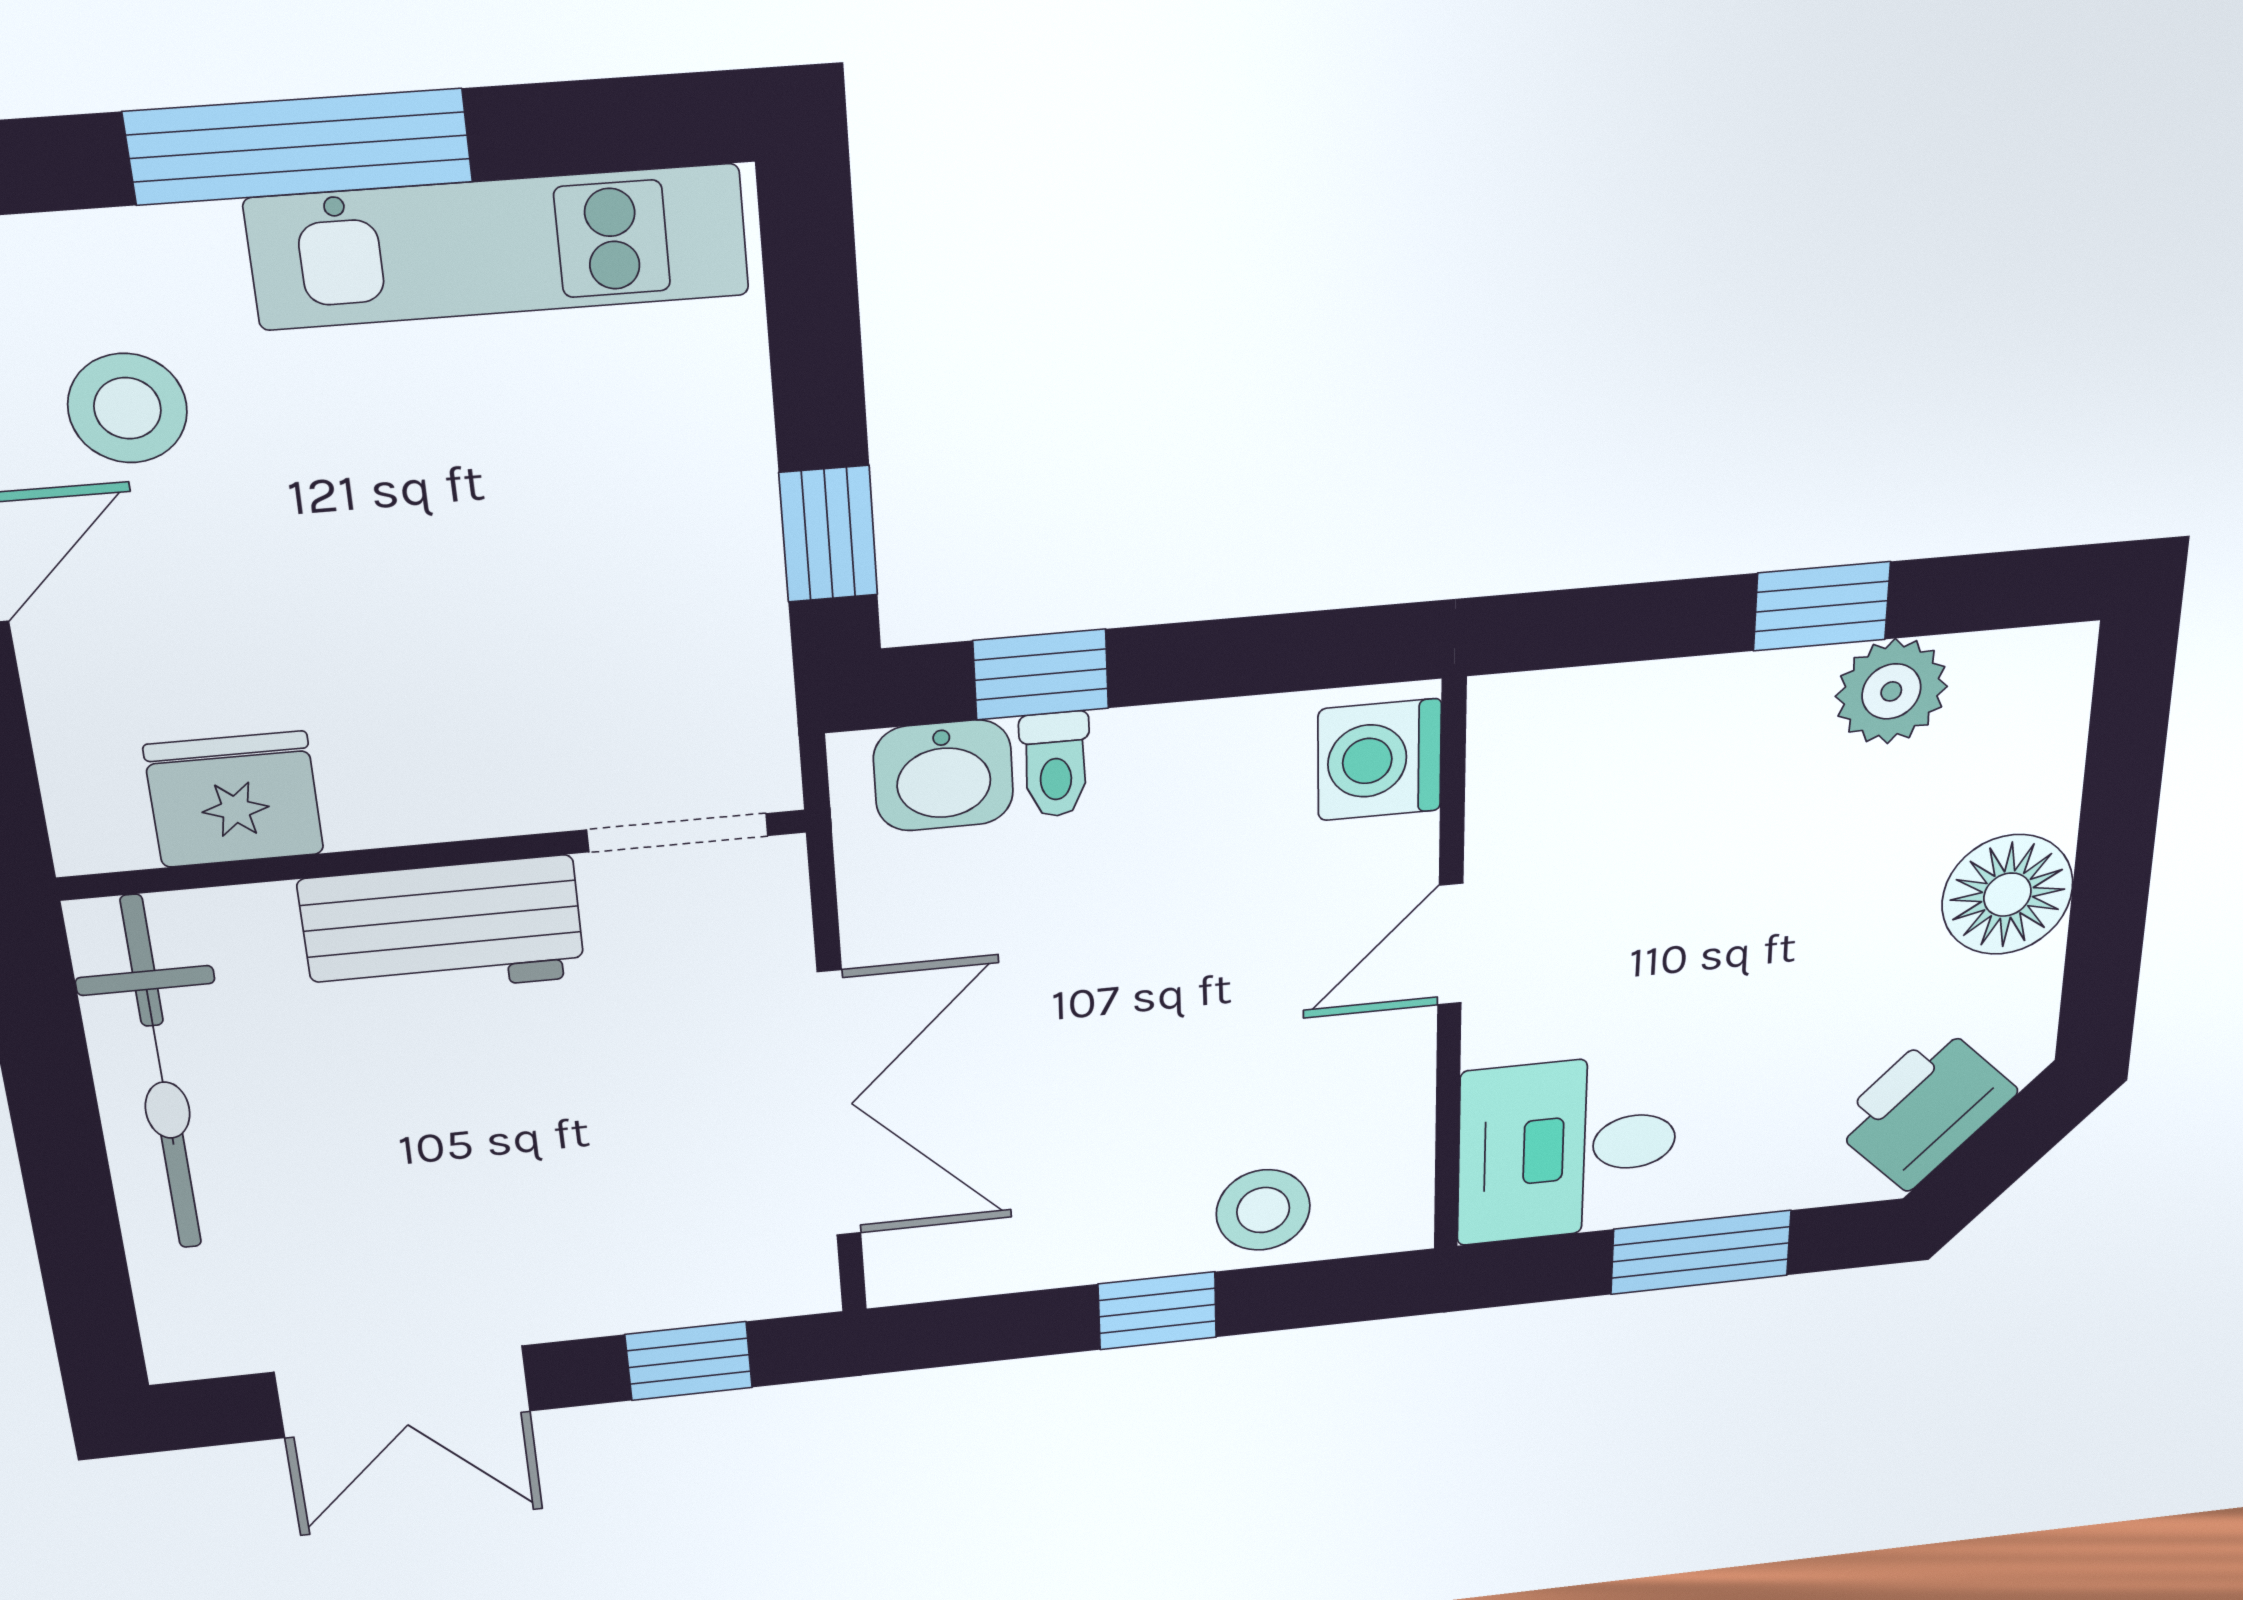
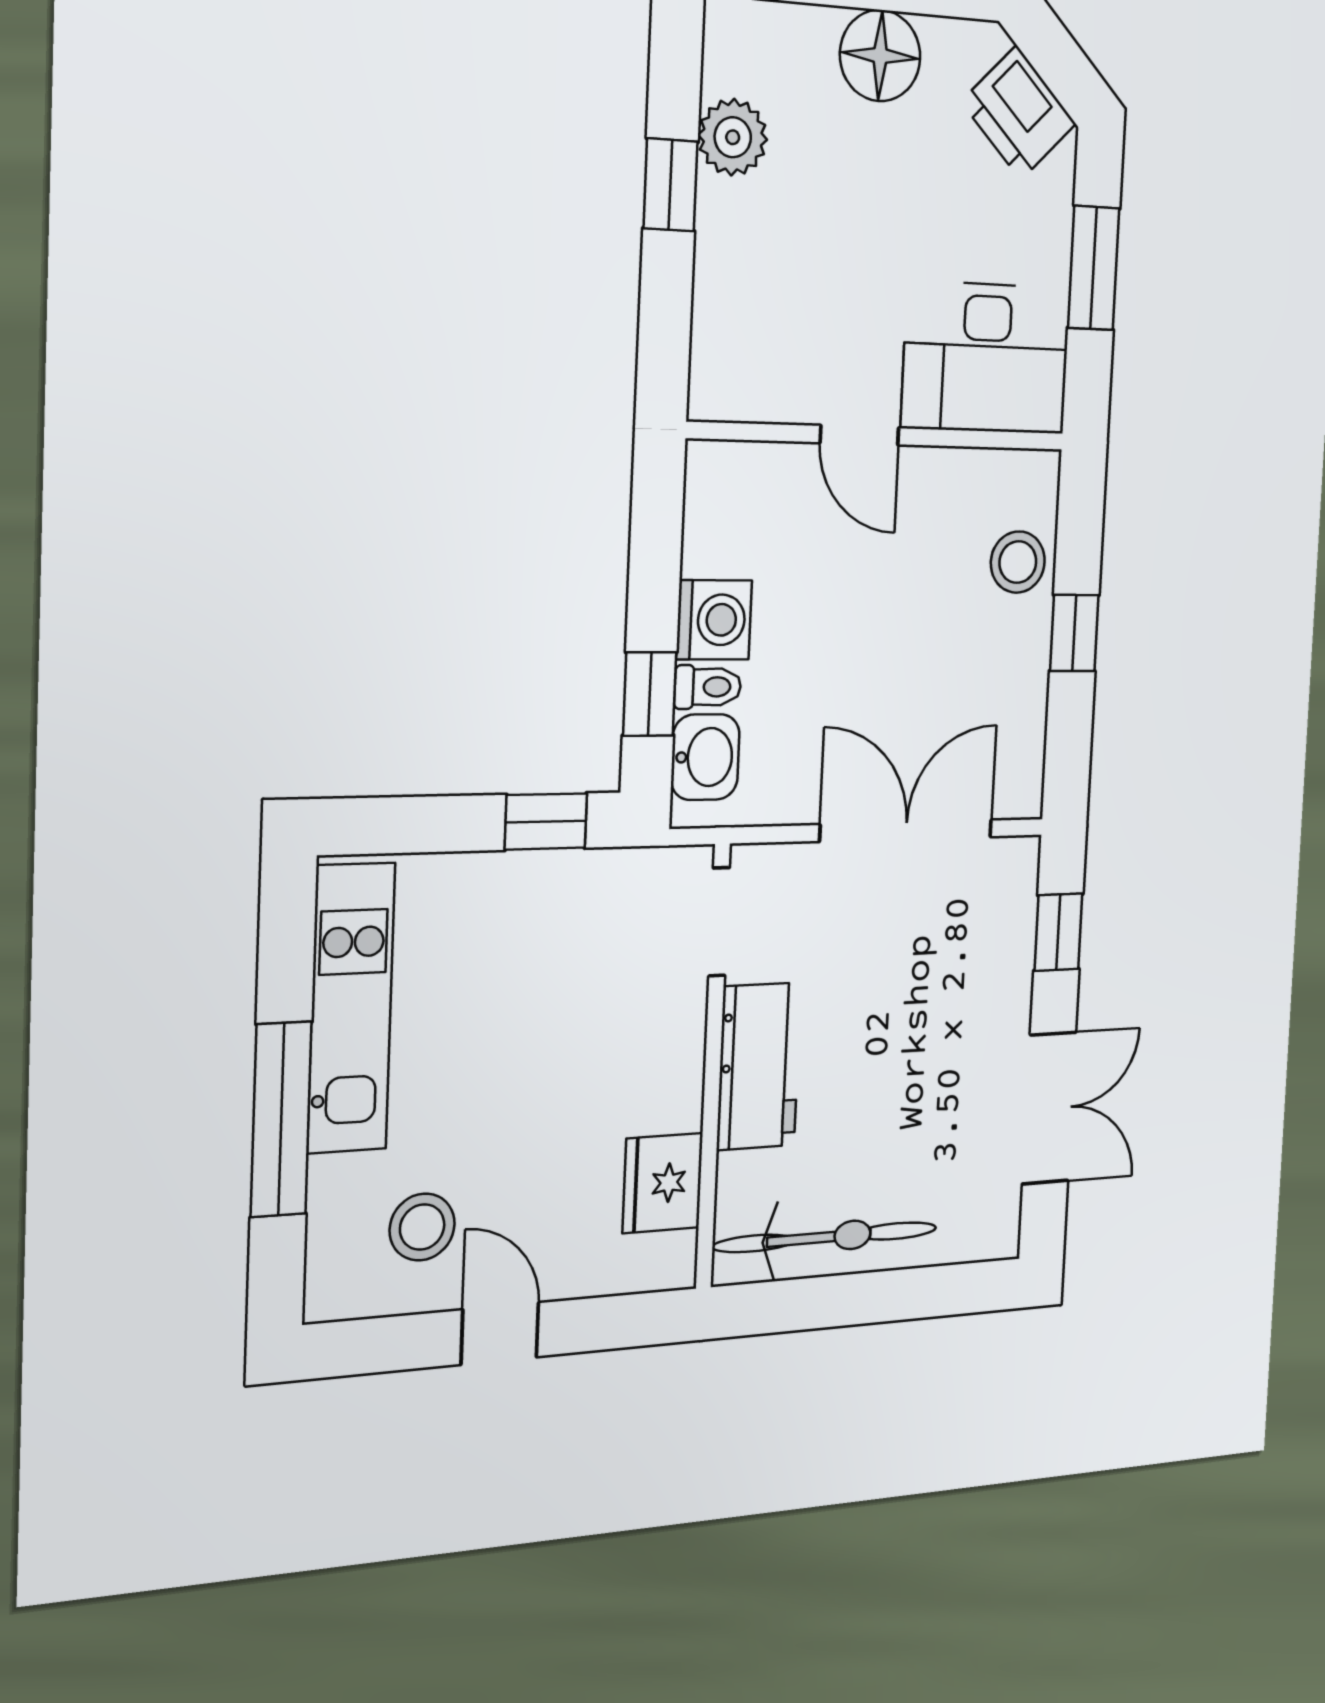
washing machine: (1380, 760) -> (714, 620), moved, turned -90
desk: (1567, 1148) -> (986, 358), width x1.37

